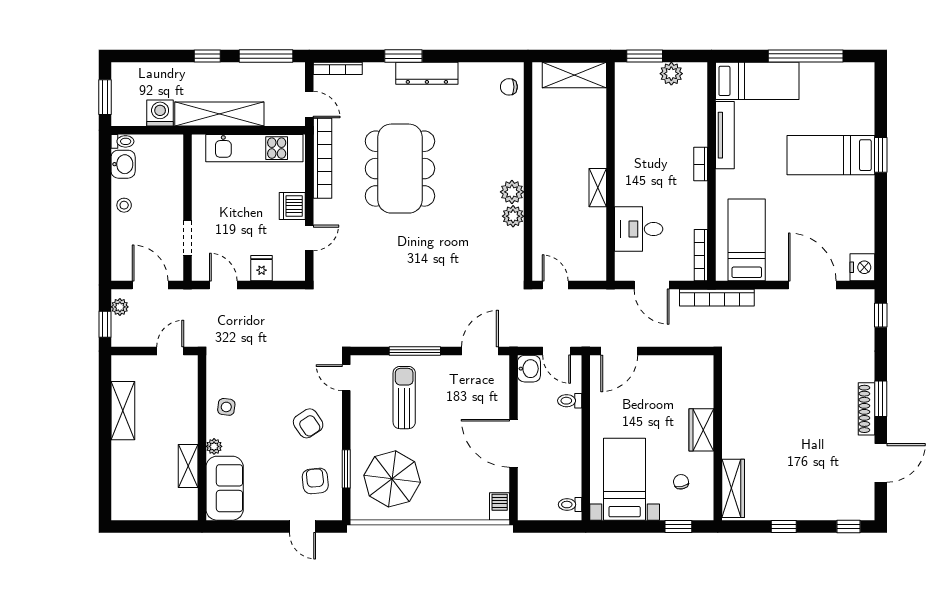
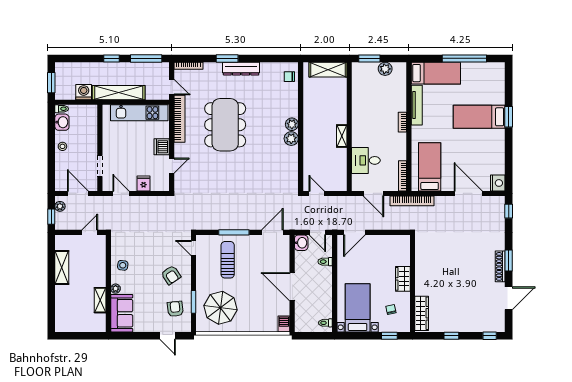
plant: (513, 216) -> (292, 124), moved

